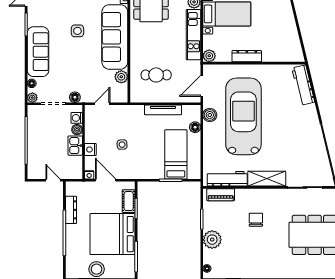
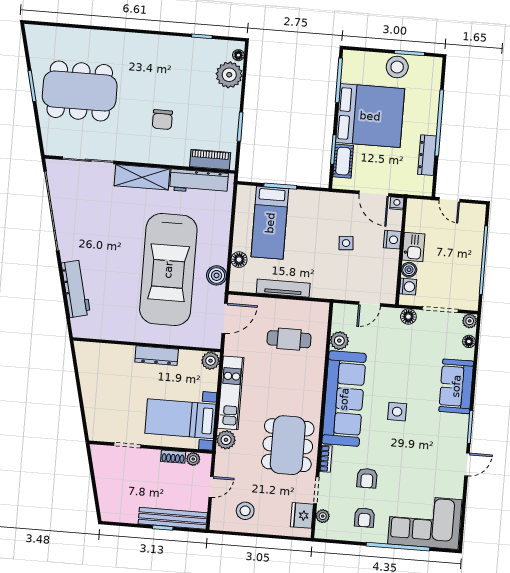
sofa: (38, 52) -> (456, 386), width x0.73
workbench: (303, 85) -> (76, 289), moved
plant: (212, 240) -> (229, 75), moved

